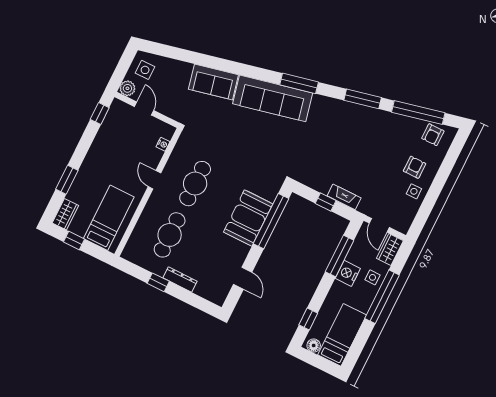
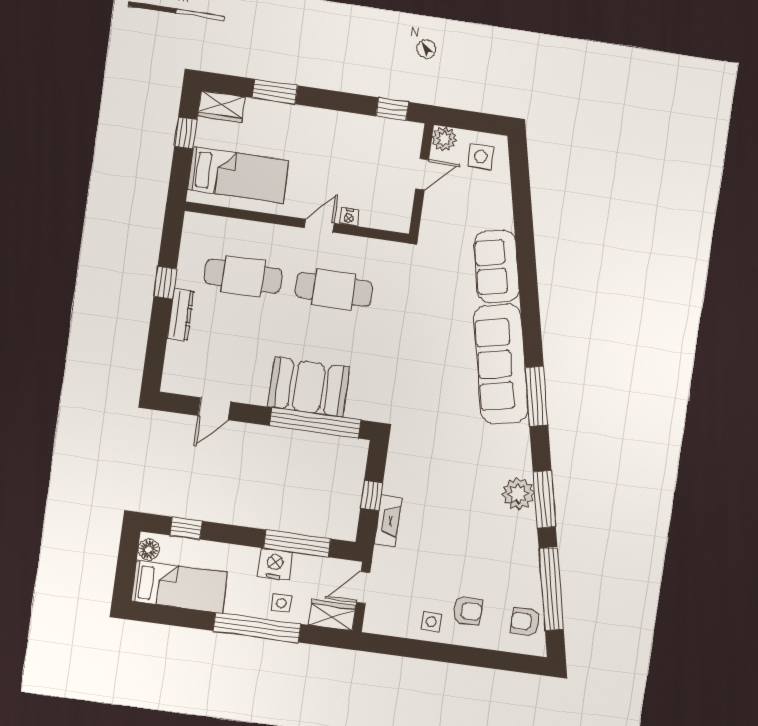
plant: (354, 114) -> (518, 494), added
nightstand: (163, 144) -> (349, 217), moved

